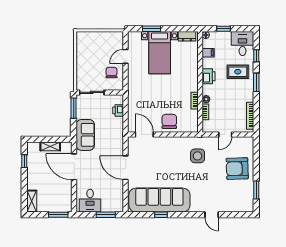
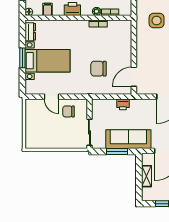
window: (152, 29) -> (22, 58), moved
window: (74, 108) -> (117, 152), moved
printer: (118, 110) -> (123, 104), moved
chair: (169, 121) -> (98, 69), moved
sofa: (85, 135) -> (128, 139), width x1.36

